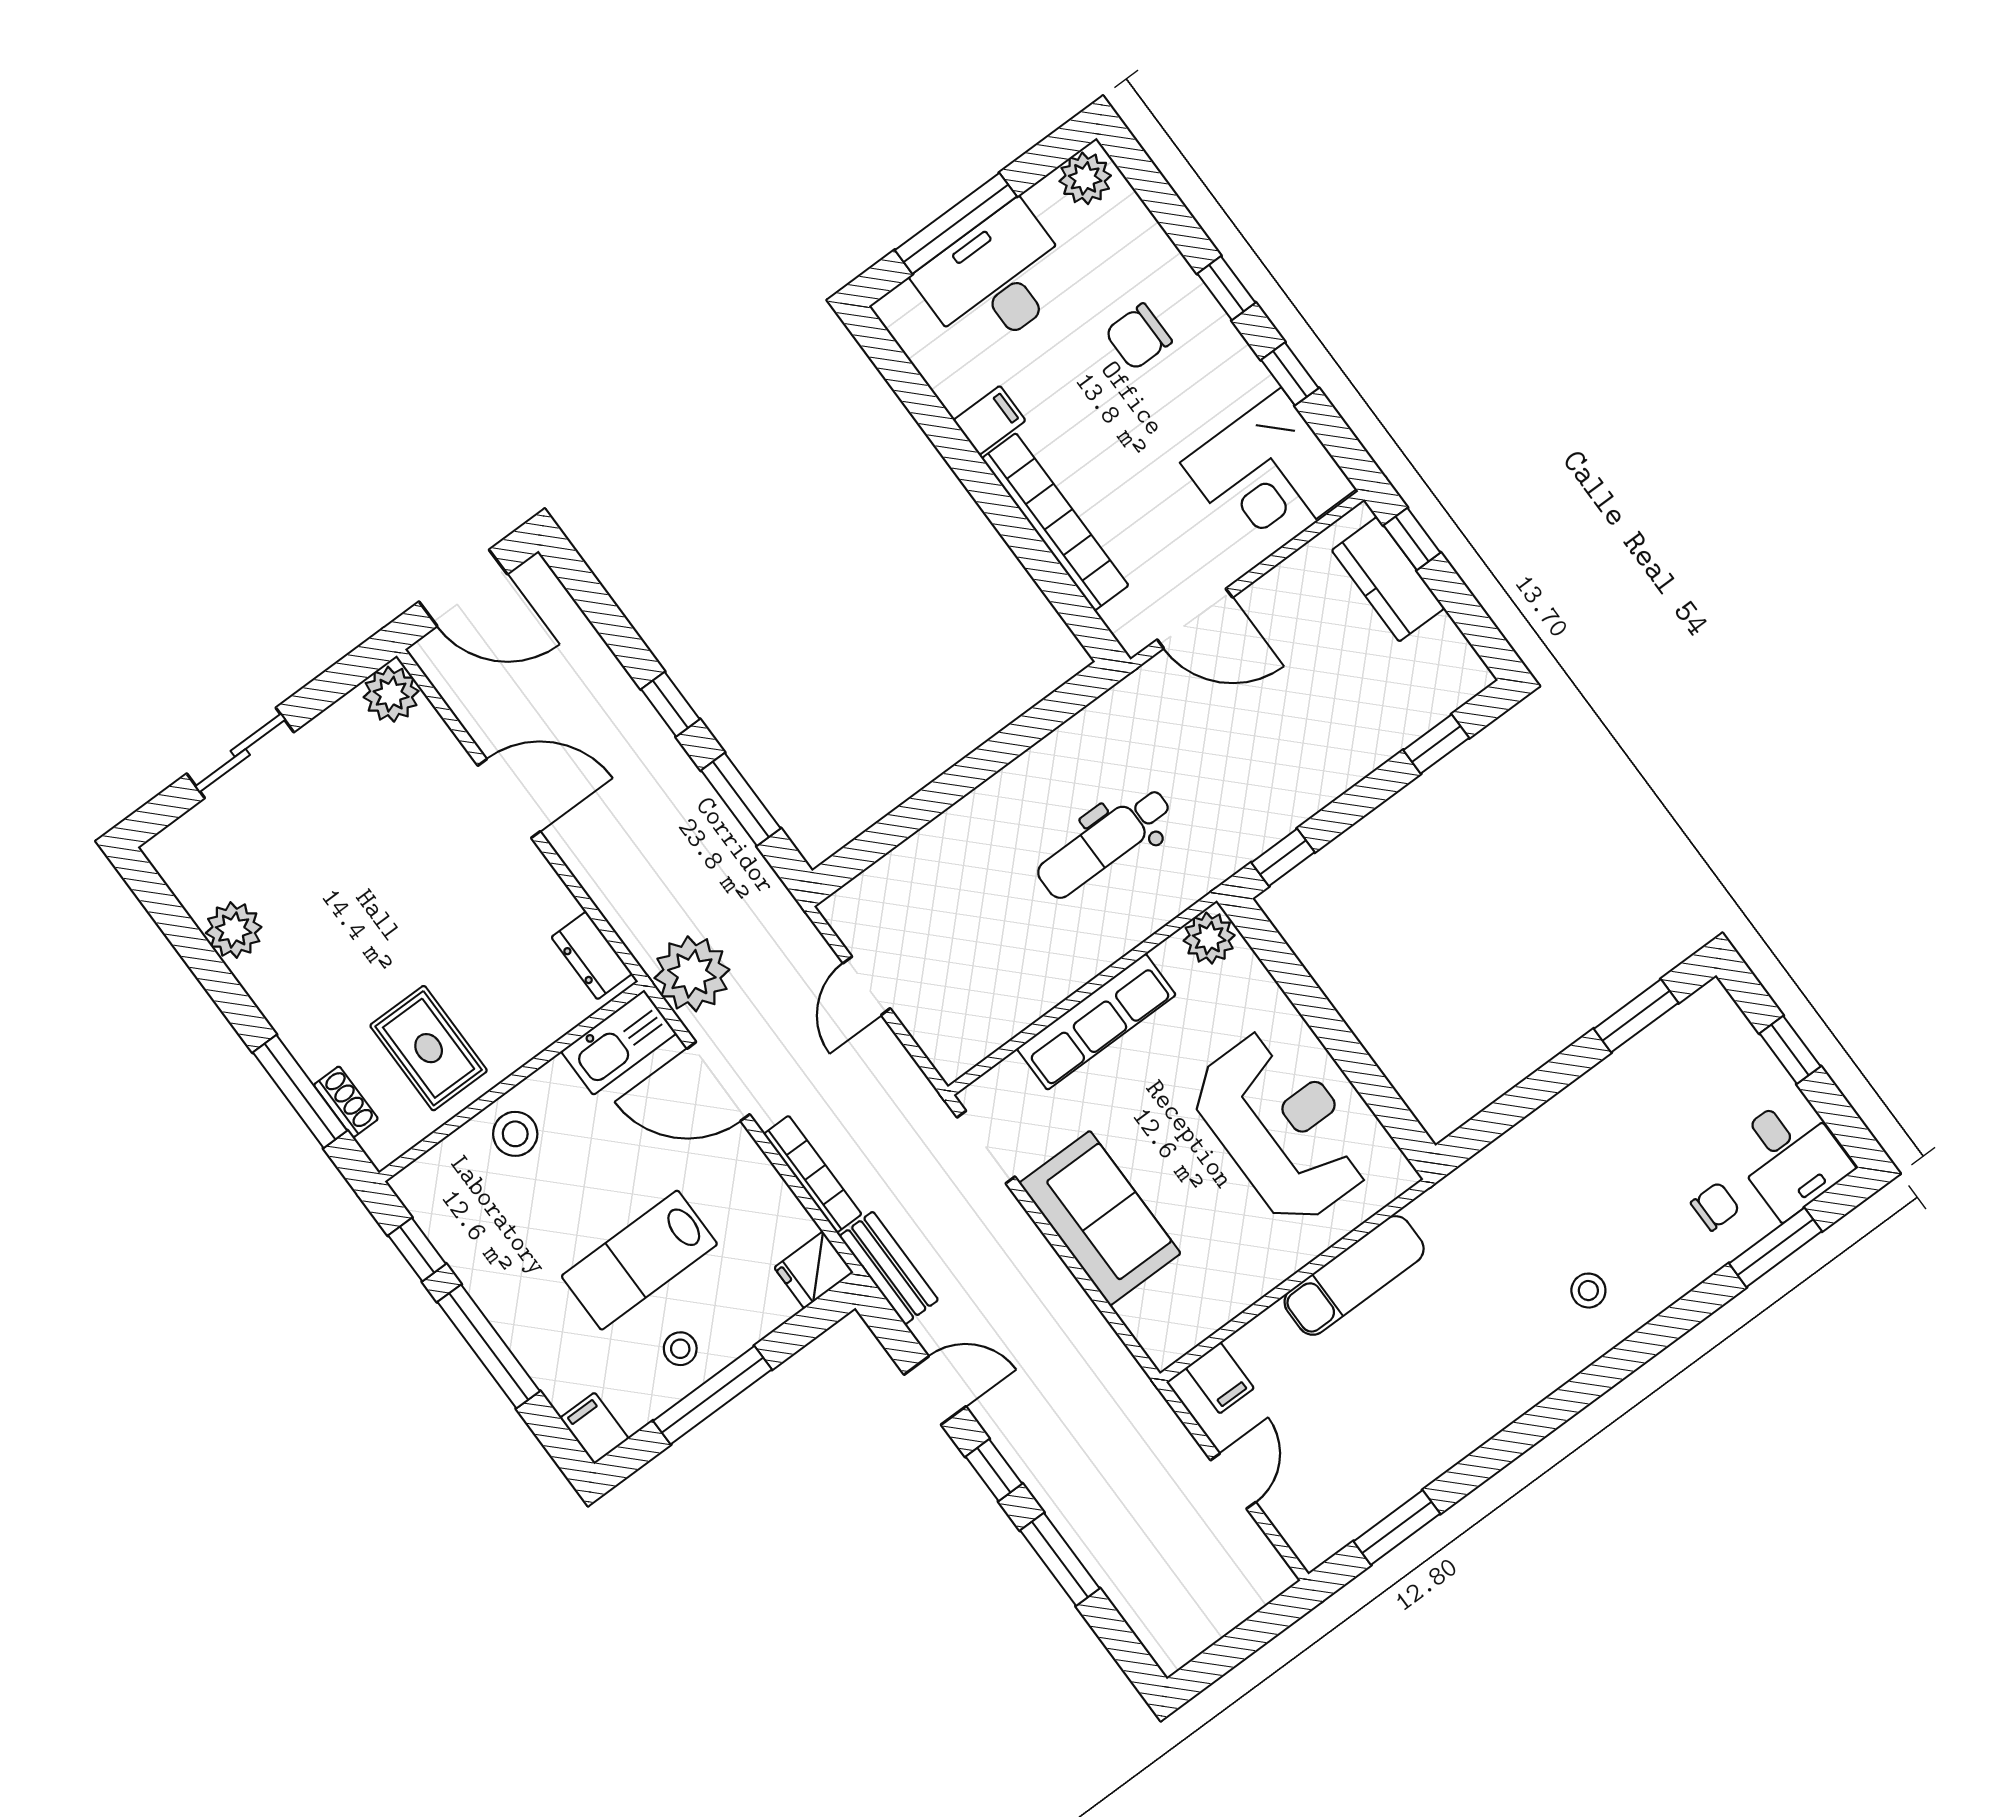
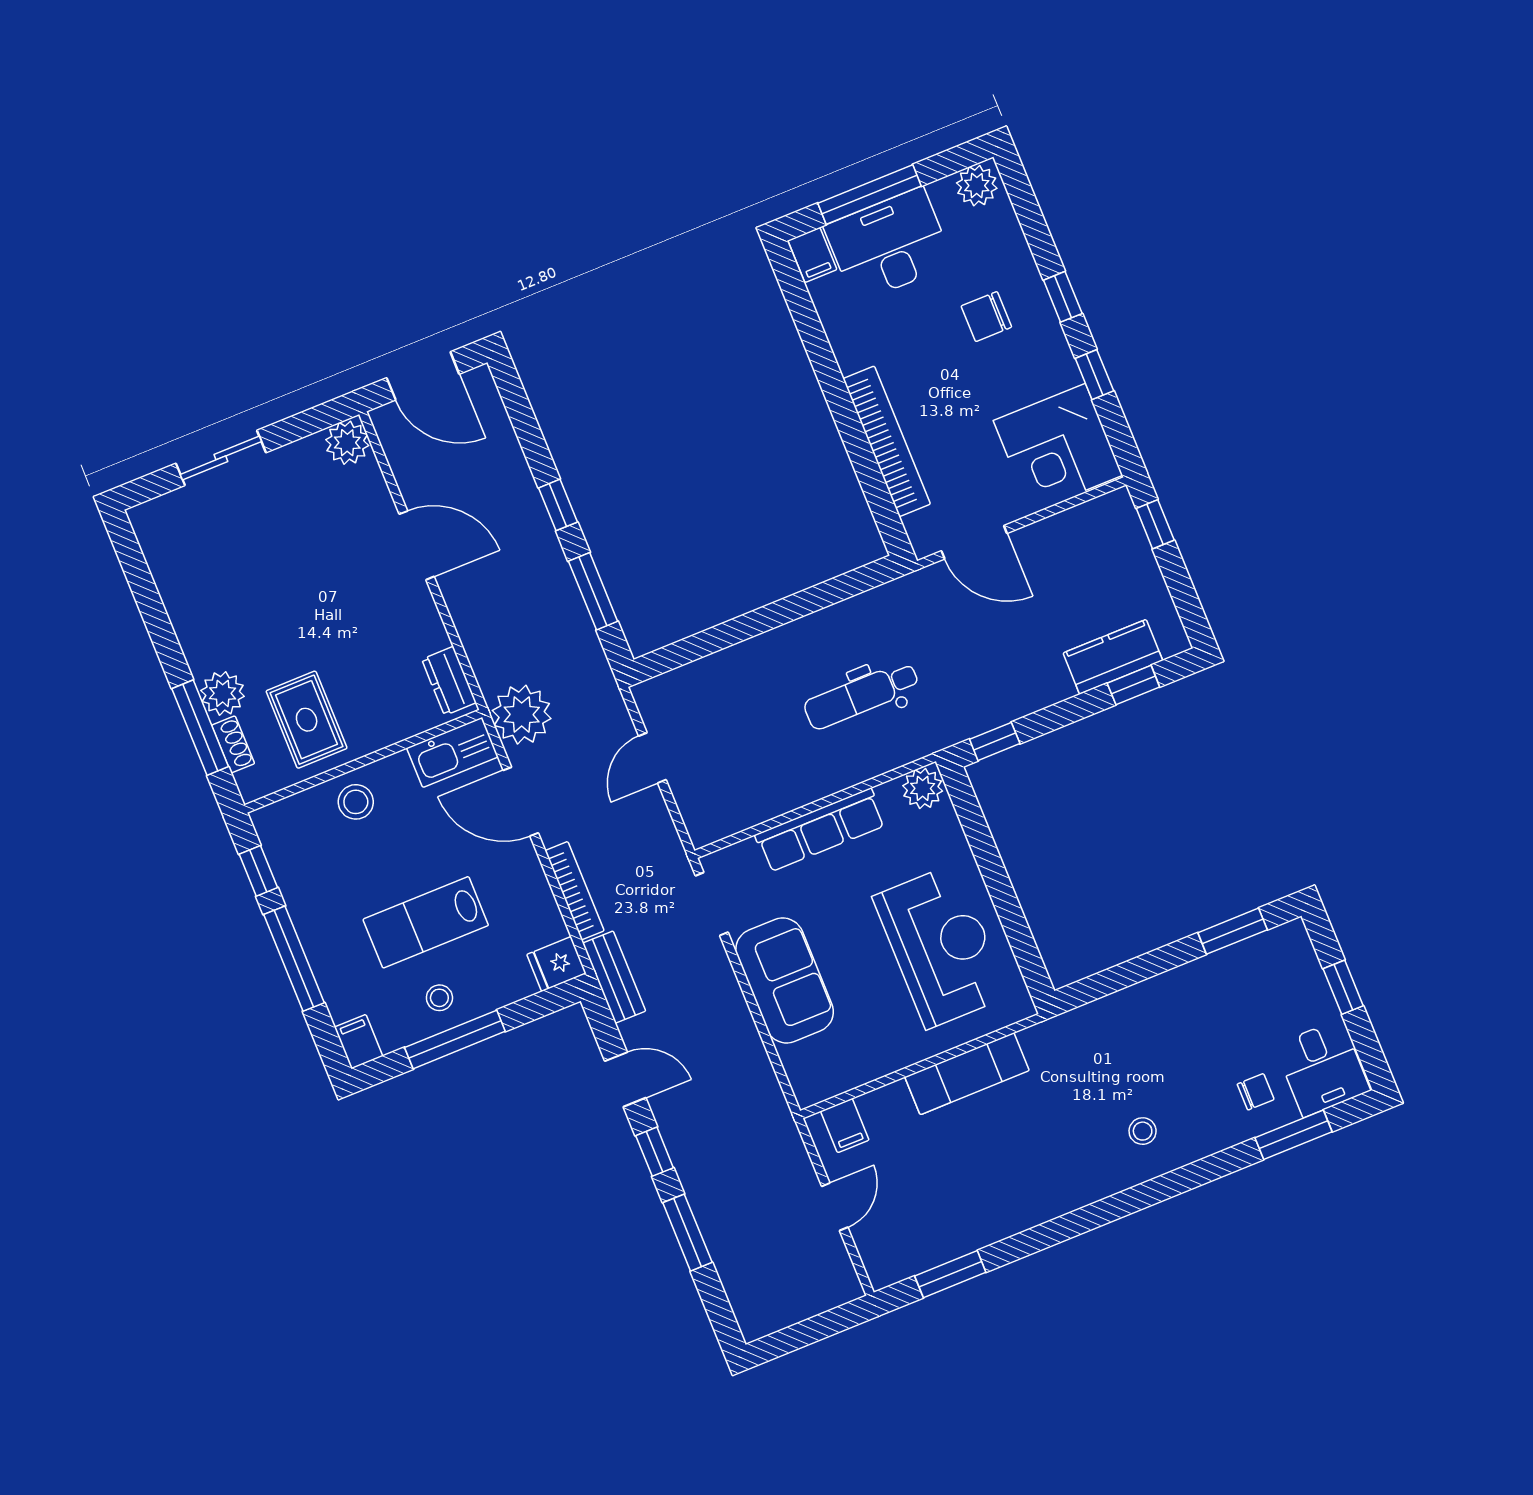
filing cabinet: (989, 420) -> (812, 255), moved, turned 90
kitchen counter: (1388, 579) -> (1113, 657), moved, turned 90
plant: (234, 930) -> (223, 693), moved

